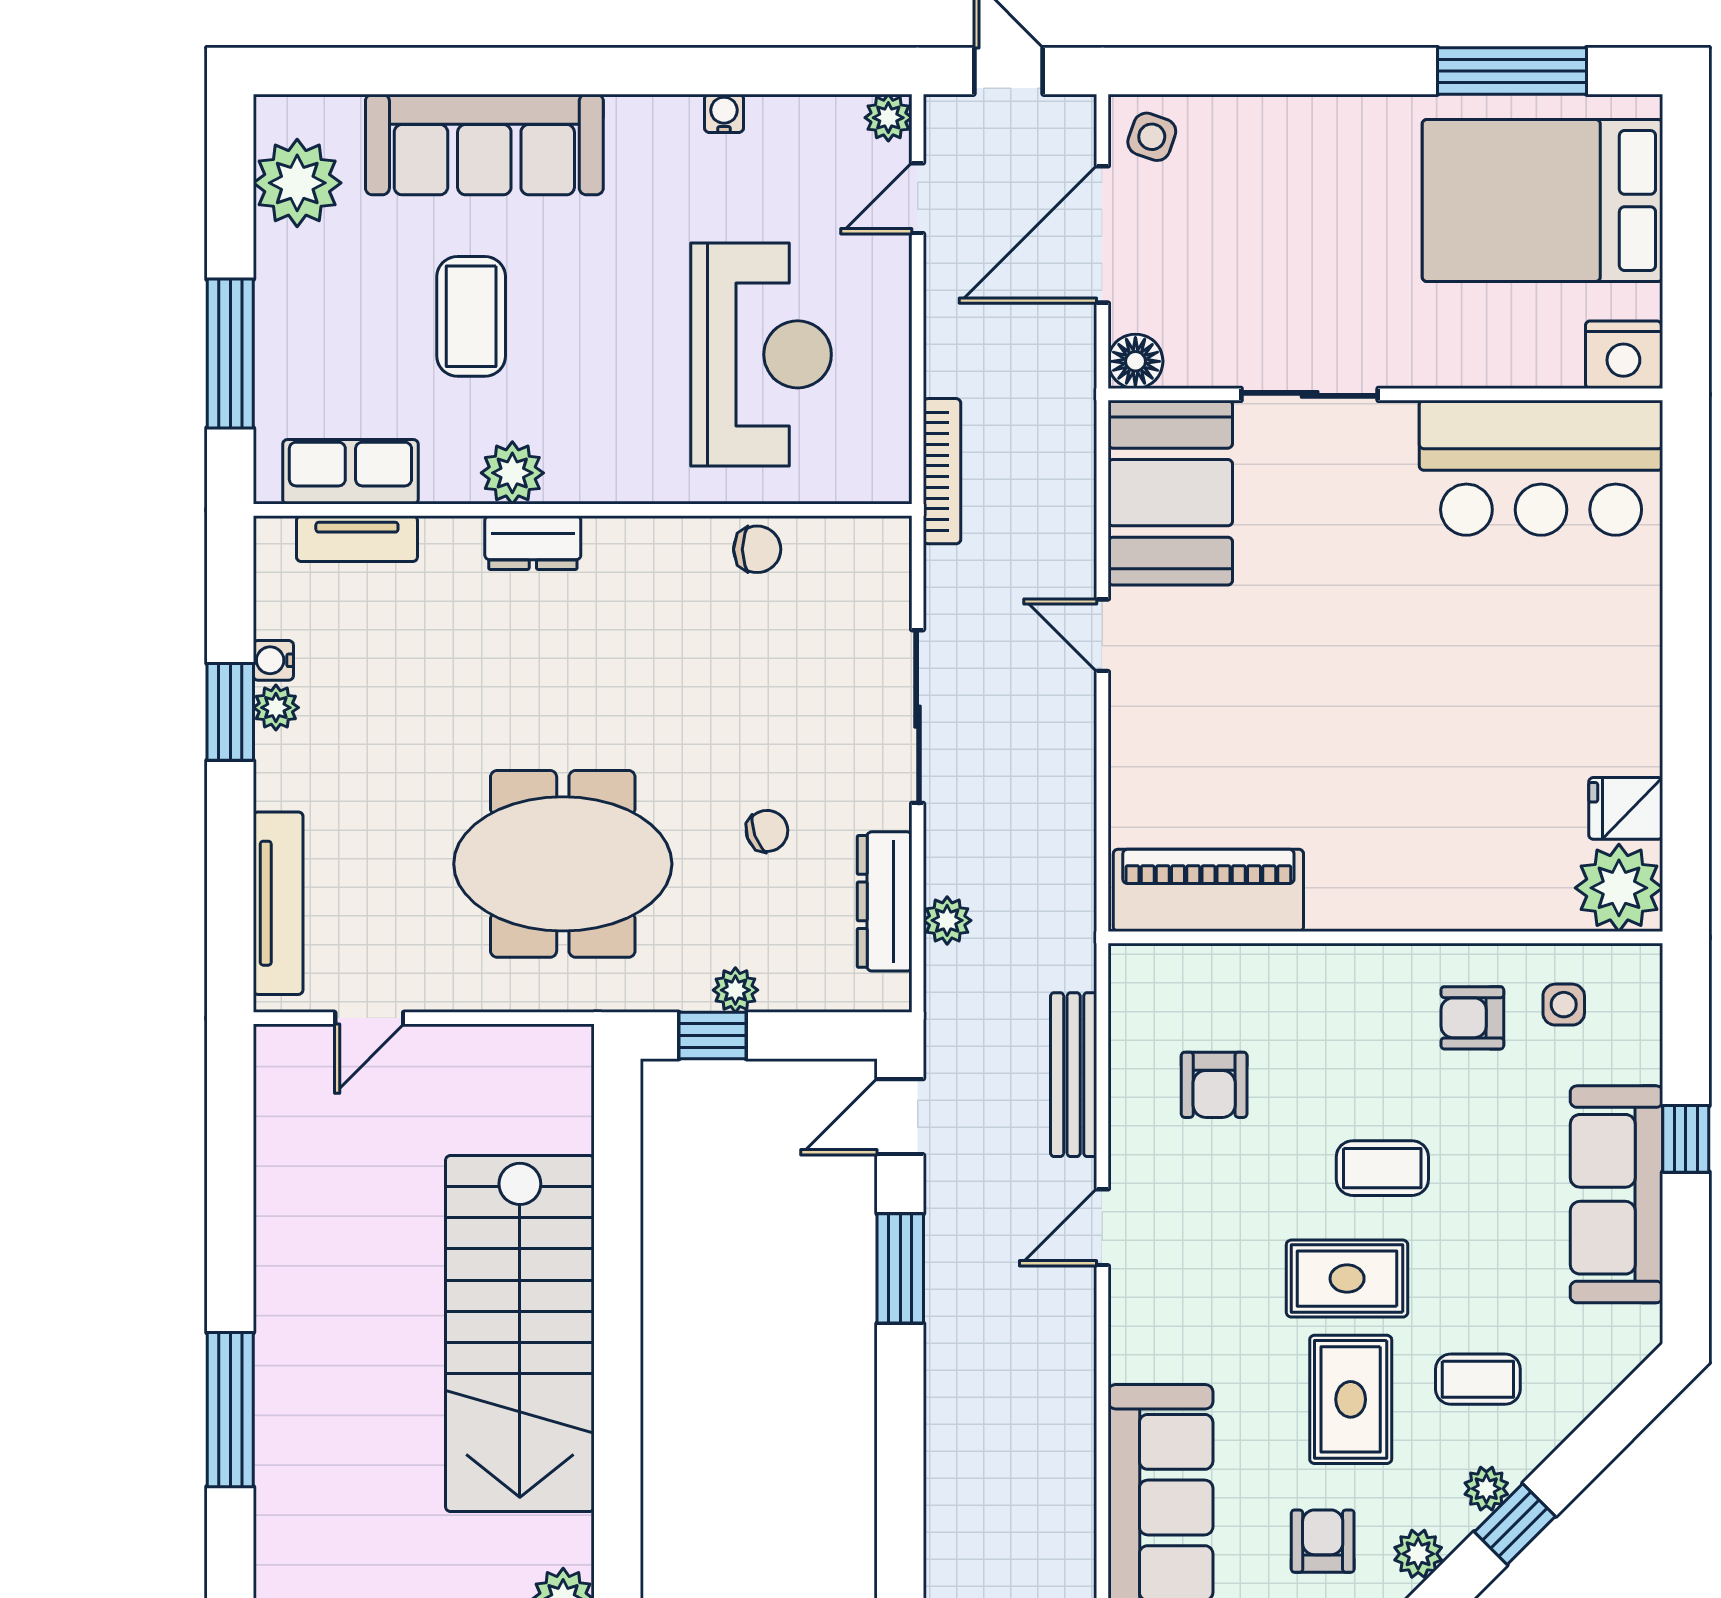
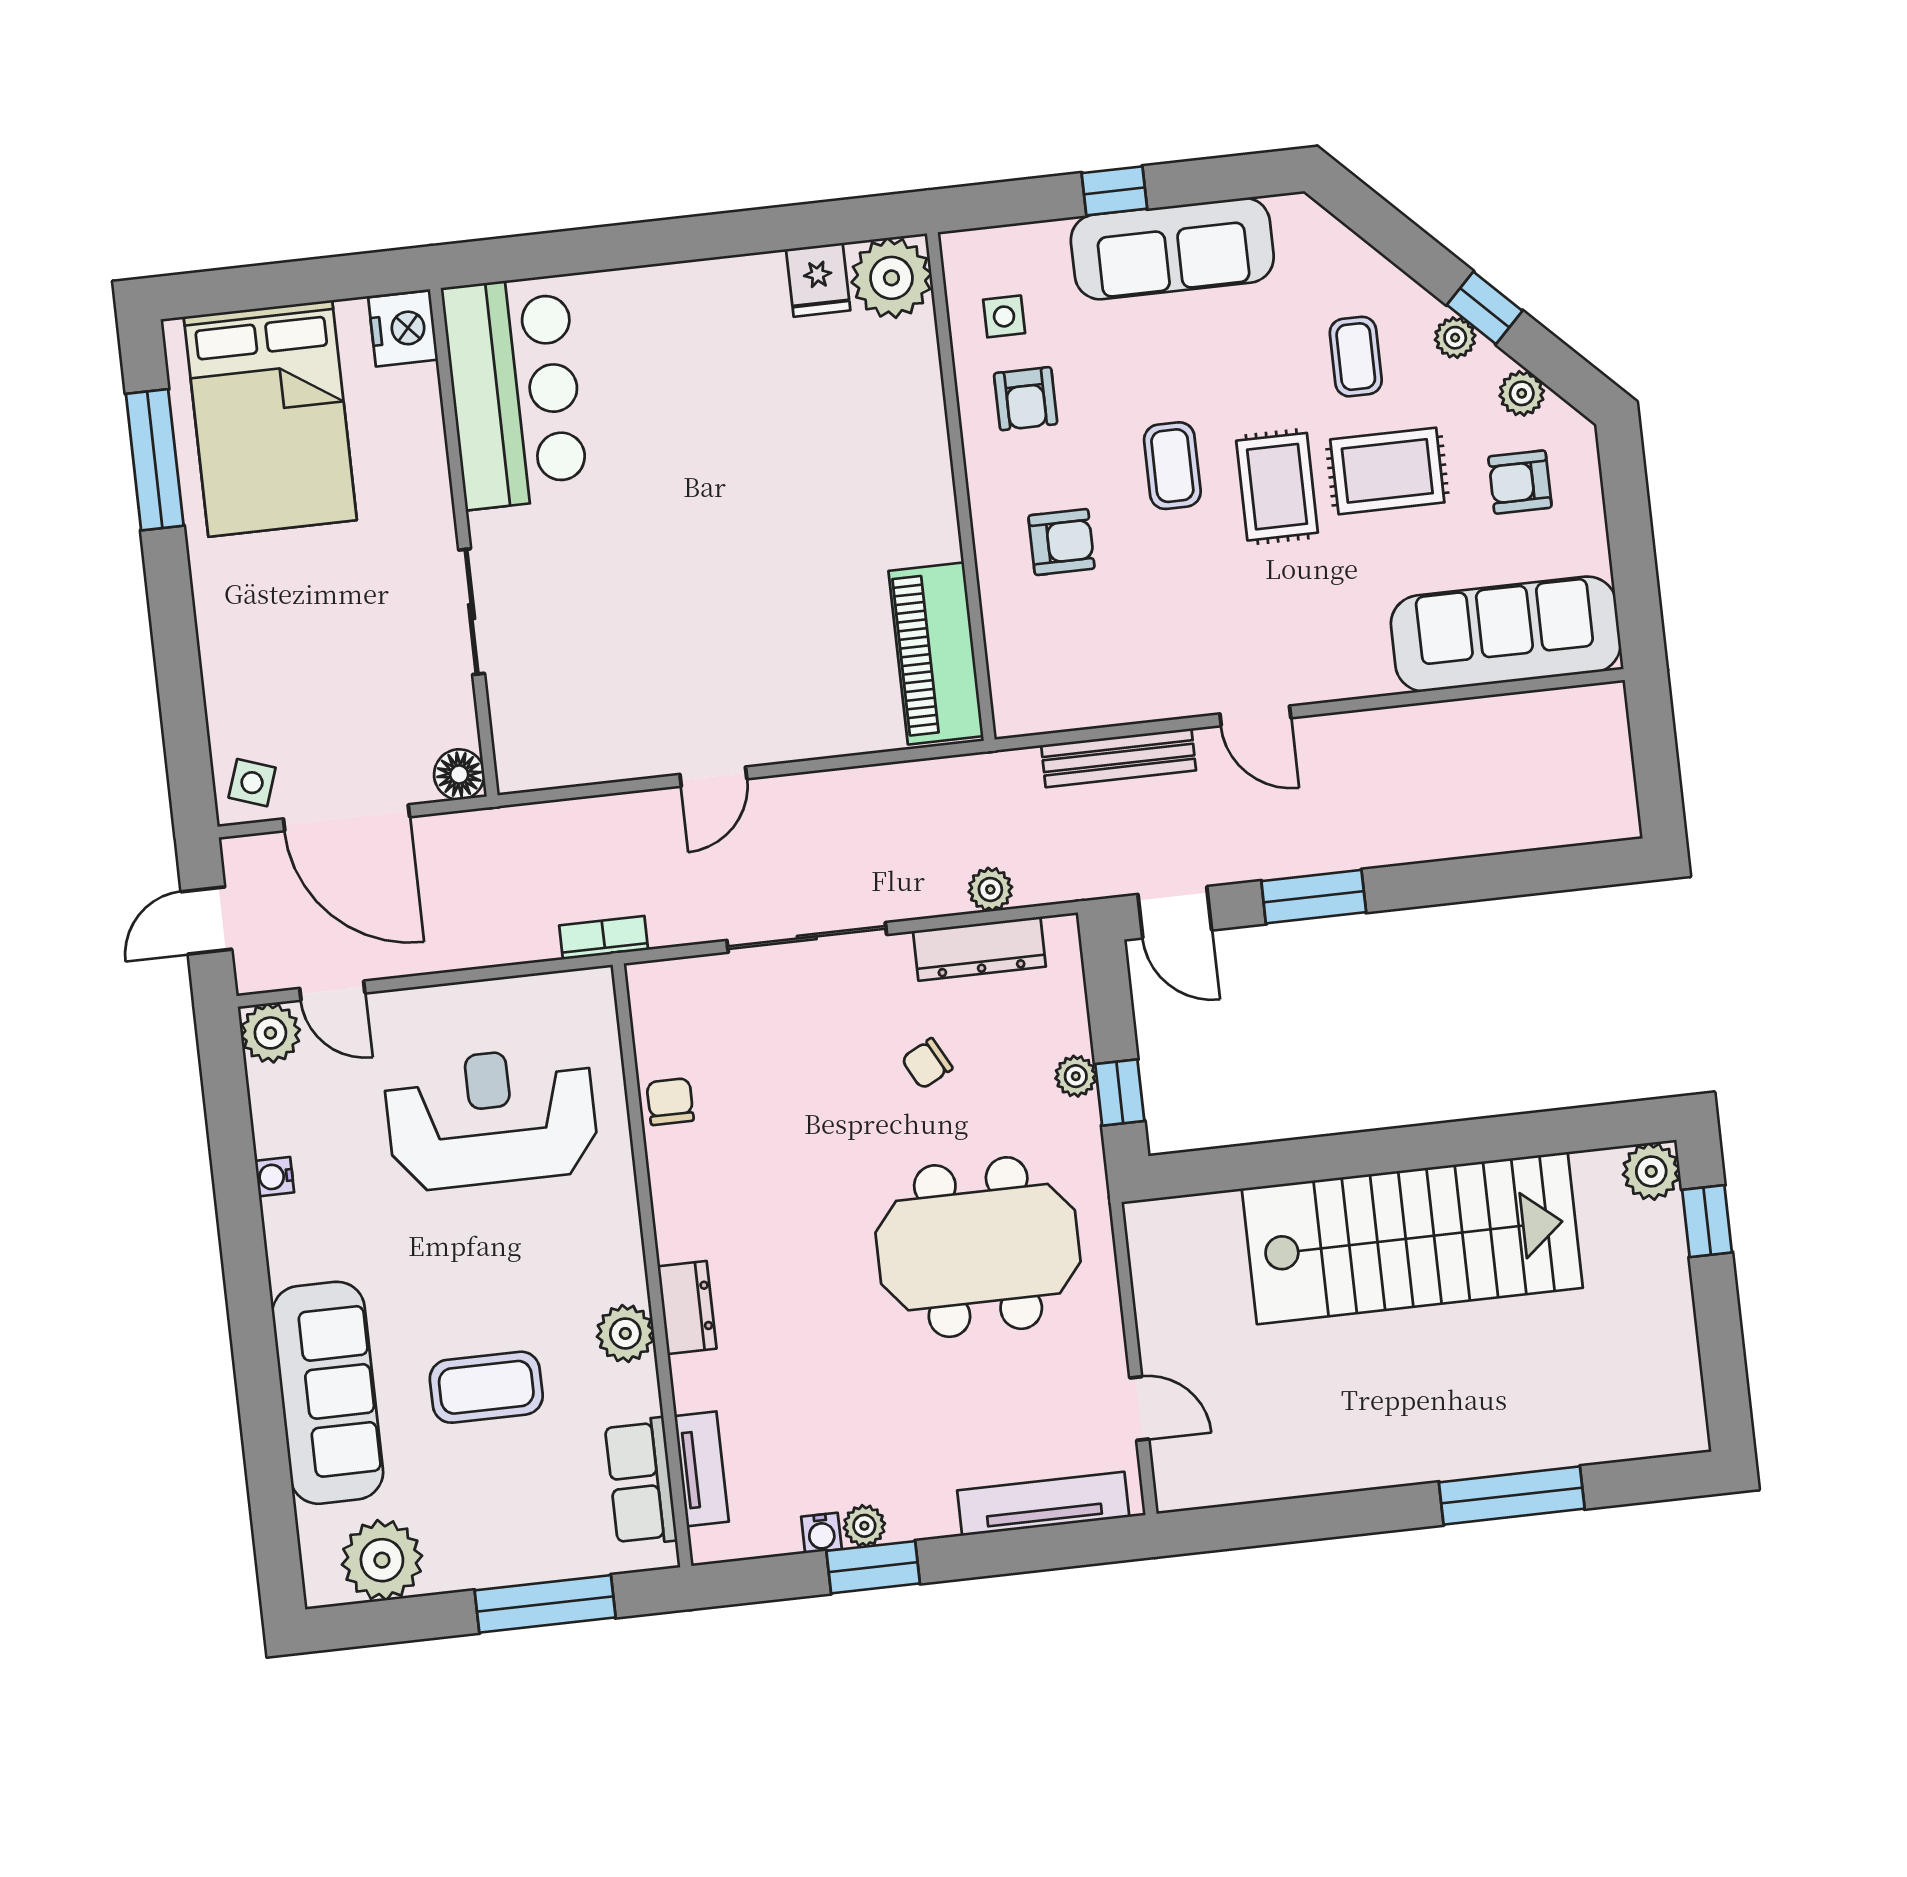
plant: (888, 118) -> (270, 1033), width x1.38, depth x1.38
bookcase: (942, 471) -> (604, 938), width x0.64
booth: (1170, 493) -> (576, 729), removed
chair: (767, 831) -> (927, 1064), turned -98
meeting table: (563, 864) -> (978, 1247), turned 90
armchair: (1214, 1085) -> (1061, 542), moved

